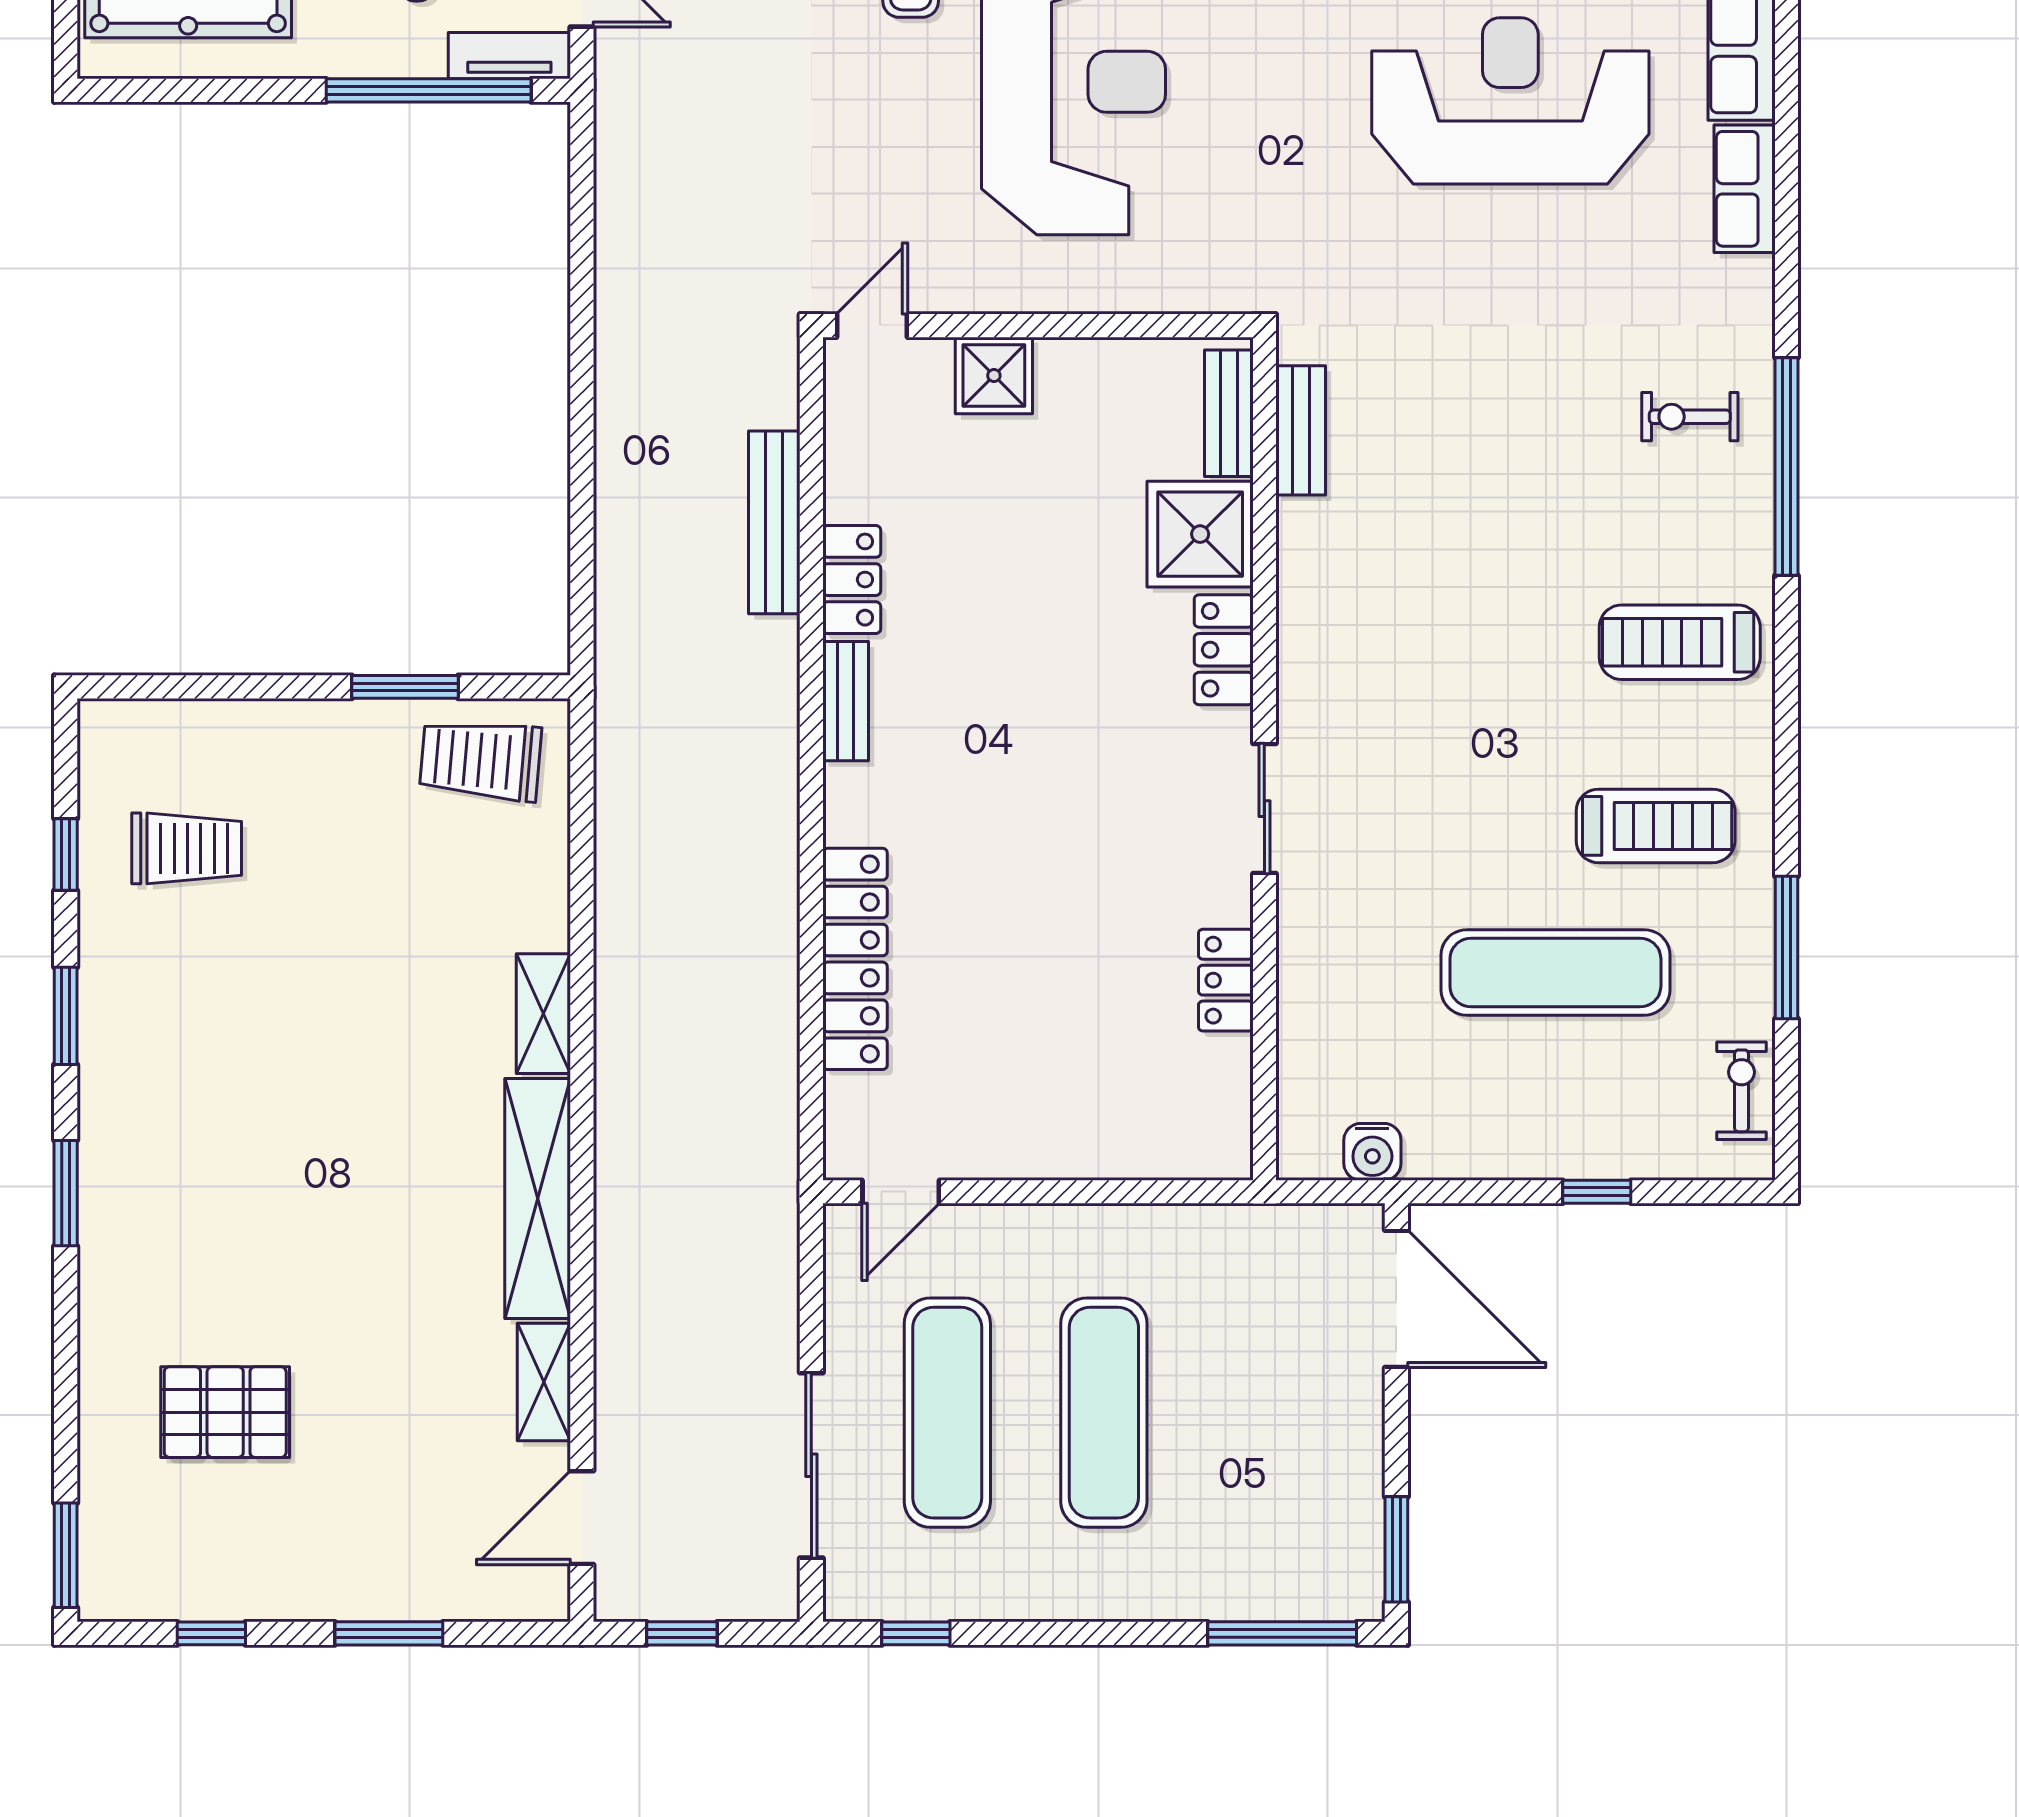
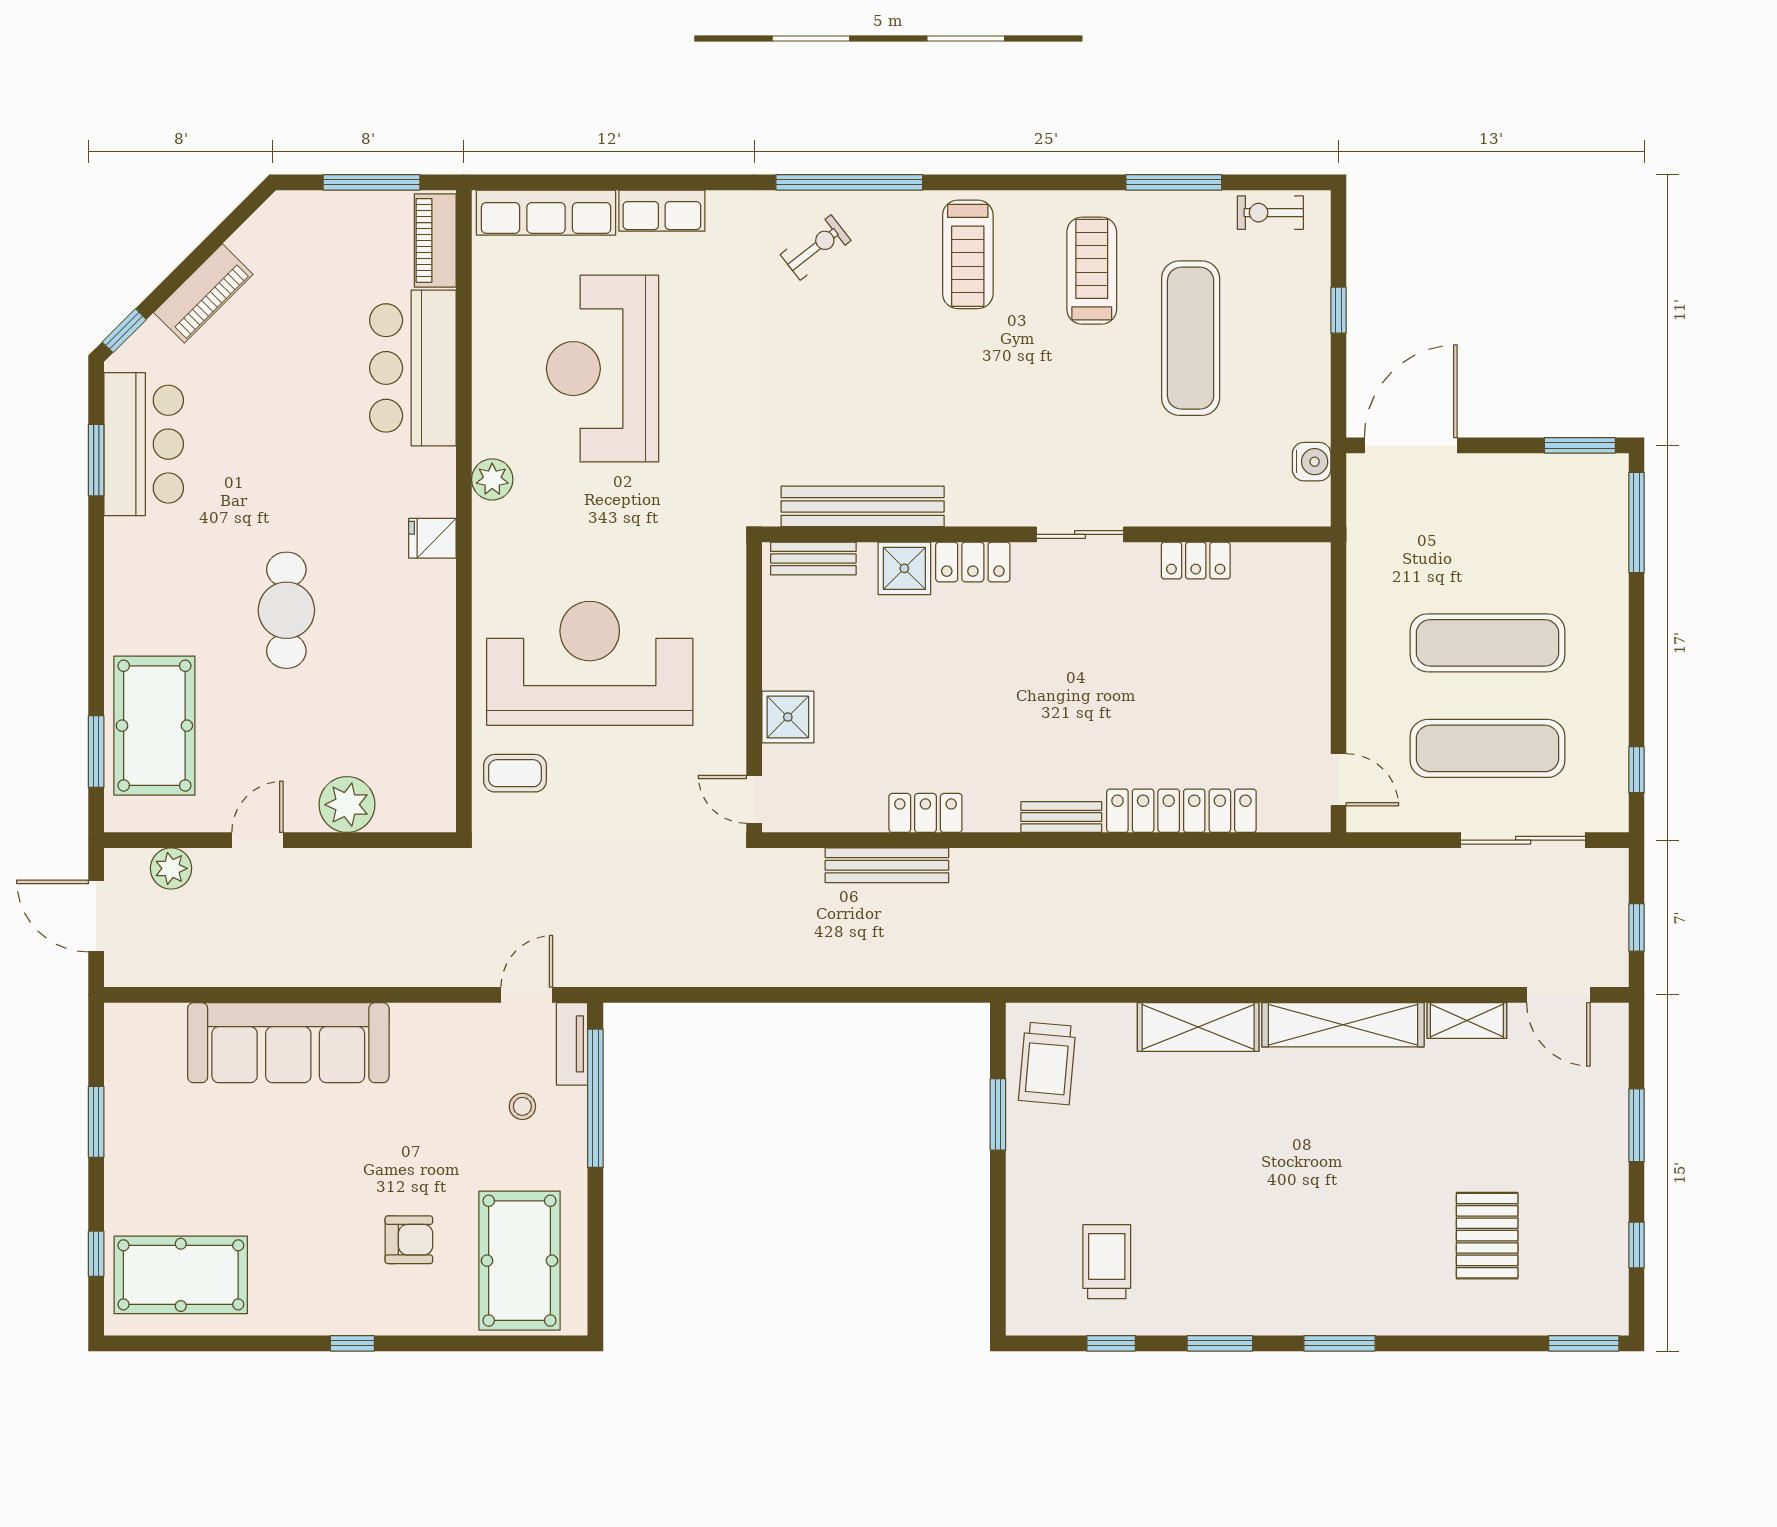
exercise bike: (1690, 417) -> (816, 248), turned -128
bench: (1301, 430) -> (863, 506), width x1.86, depth x1.21
shower: (1200, 534) -> (904, 568), width x0.73, depth x0.73
bench: (846, 701) -> (1061, 817), moved
shelving: (543, 1014) -> (1198, 1027), width x1.50, depth x1.33

